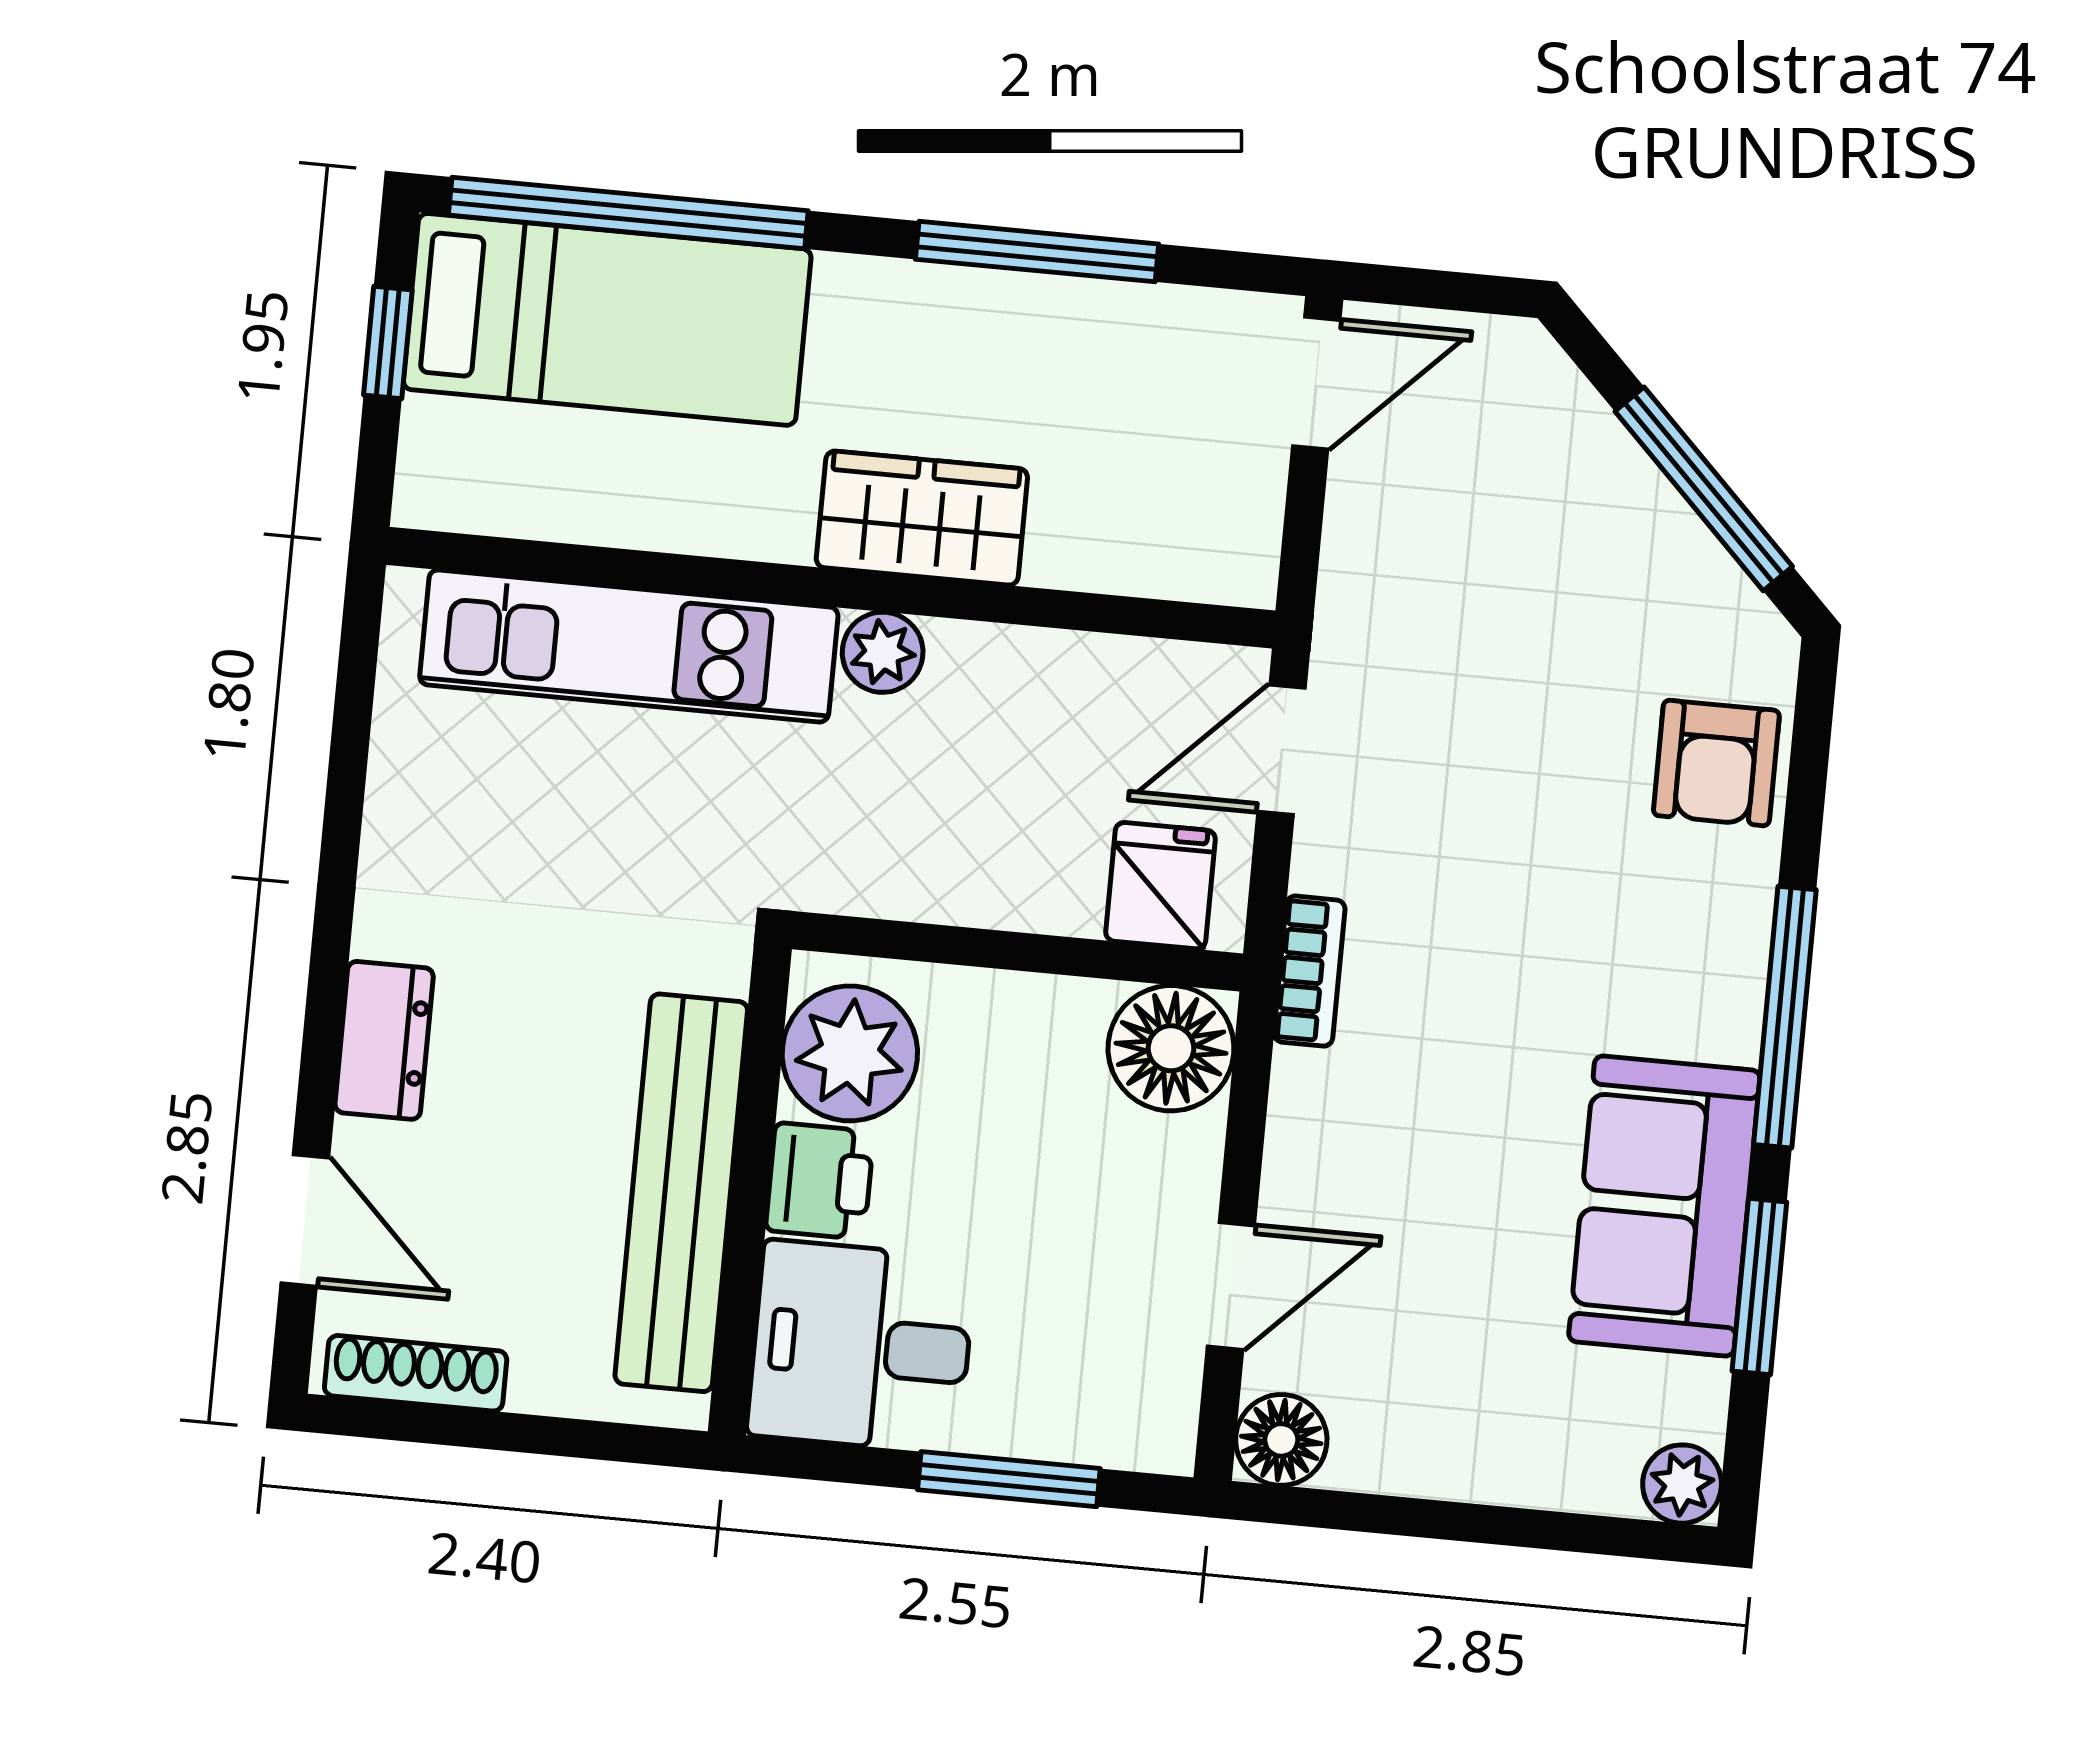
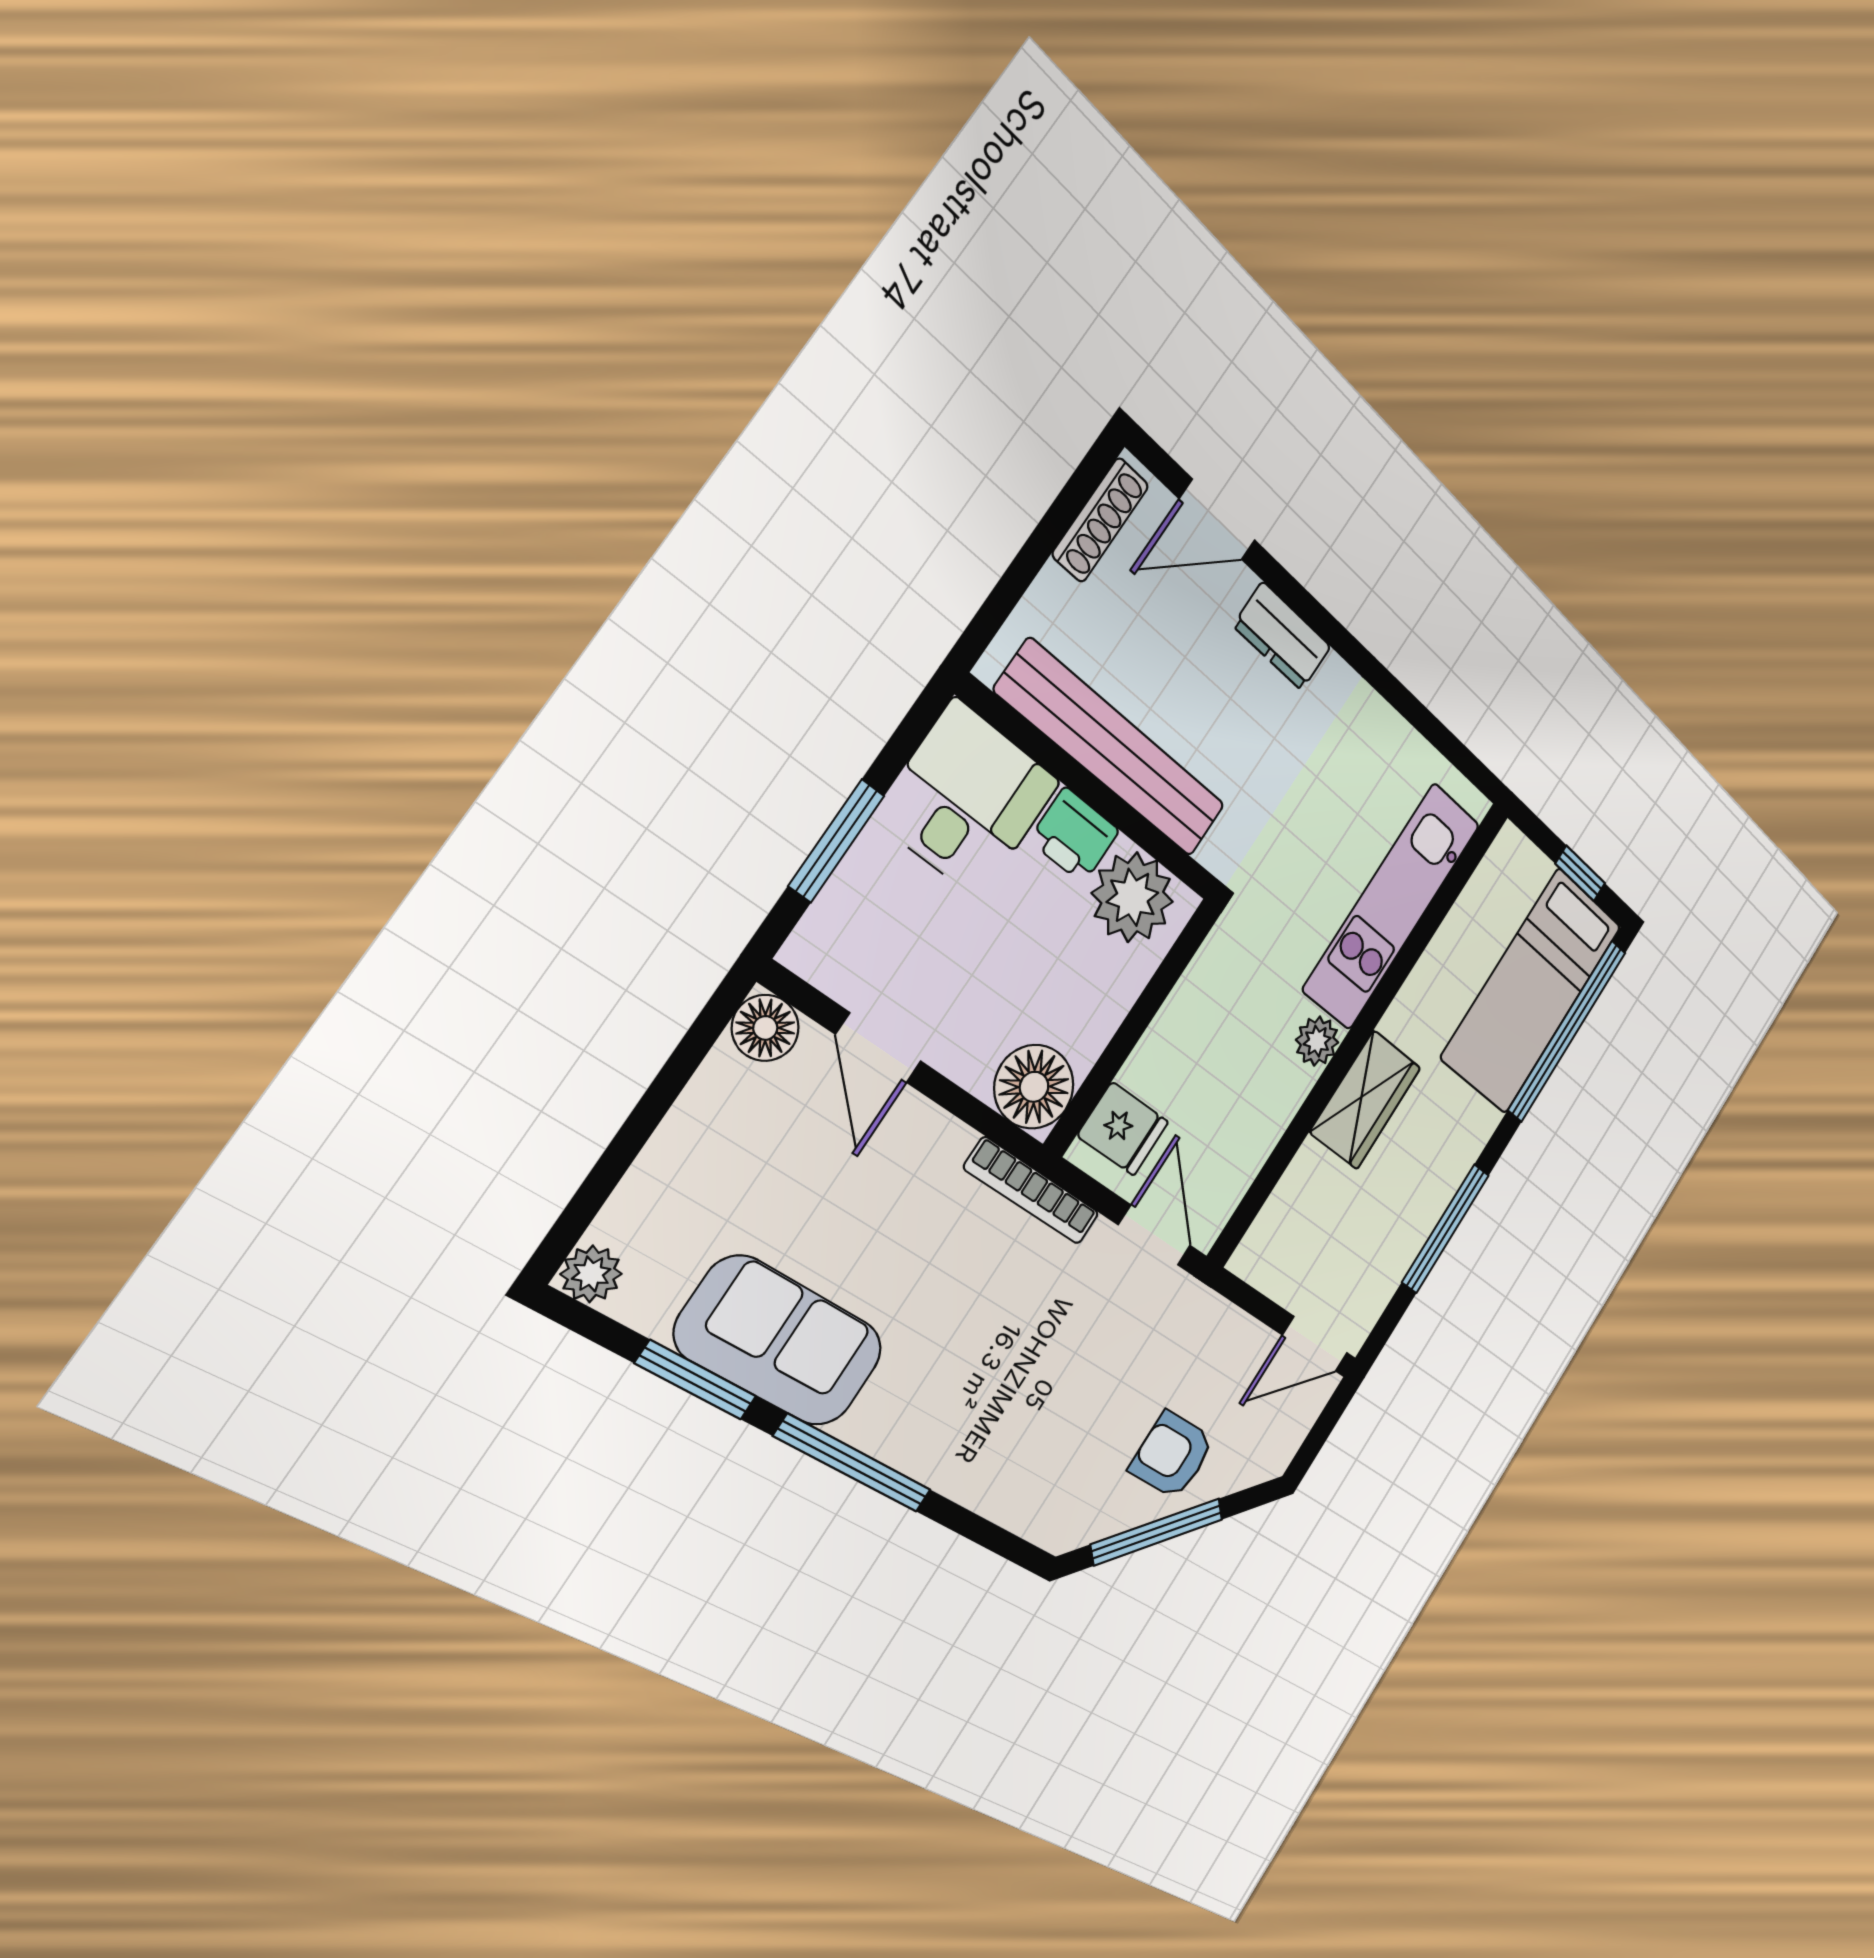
door: (1316, 383) -> (1315, 1344), hinge flipped
armchair: (1716, 763) -> (1172, 1455), moved
bookcase: (1309, 971) -> (1032, 1191), width x1.56

